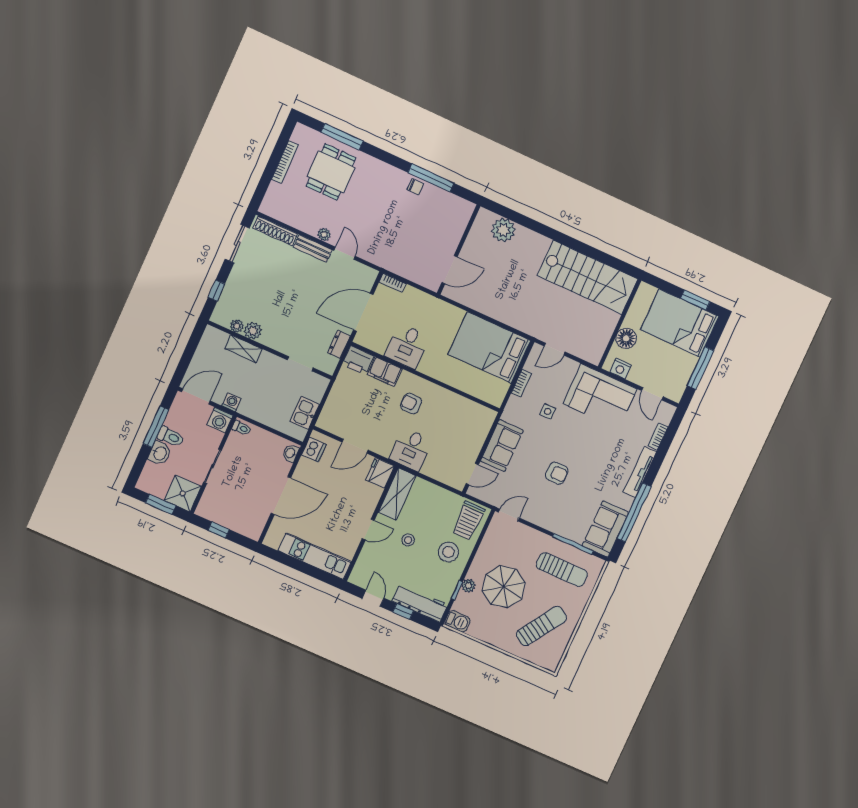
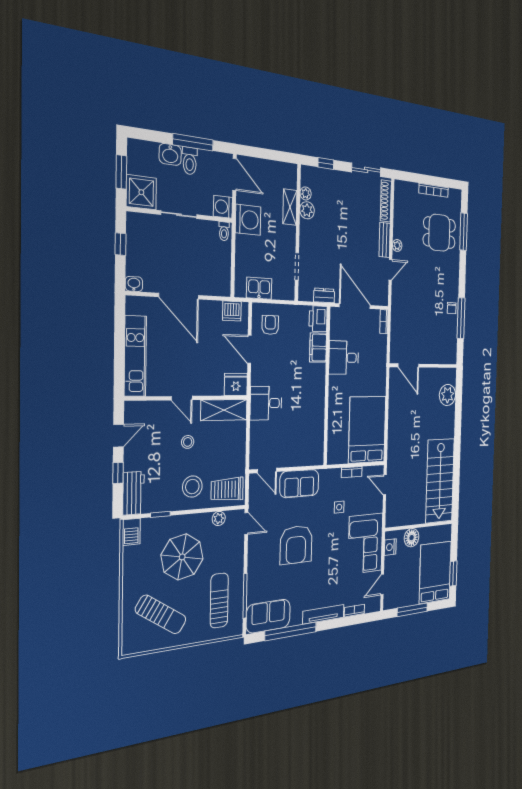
washing machine: (231, 402) -> (248, 220), width x1.89, depth x1.89
armchair: (411, 404) -> (270, 325), moved
washbasin: (291, 453) -> (134, 284), moved
armchair: (557, 473) -> (296, 545), width x1.88, depth x1.88
sun lounger: (562, 570) -> (219, 600), turned 180
plant: (468, 586) -> (219, 518), moved
workbench: (420, 603) -> (133, 493), width x0.73

